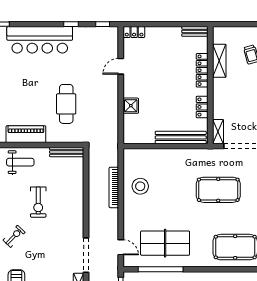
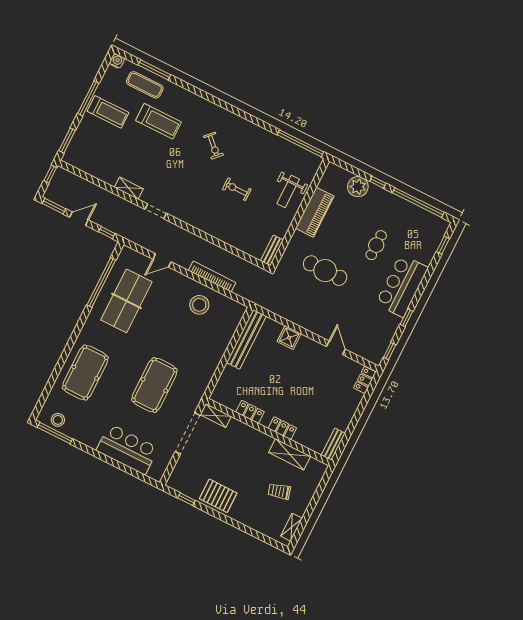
bar counter: (40, 40) -> (402, 286), width x0.73
locker: (202, 70) -> (282, 428), width x0.66
cafe table: (27, 75) -> (376, 245), added
bench: (181, 137) -> (246, 339), moved
bench: (67, 152) -> (272, 250), width x0.73
exercise bike: (38, 202) -> (237, 189), width x0.73, depth x0.72
door: (121, 247) -> (162, 260), moved
doorway: (86, 255) -> (156, 211), width x0.53

